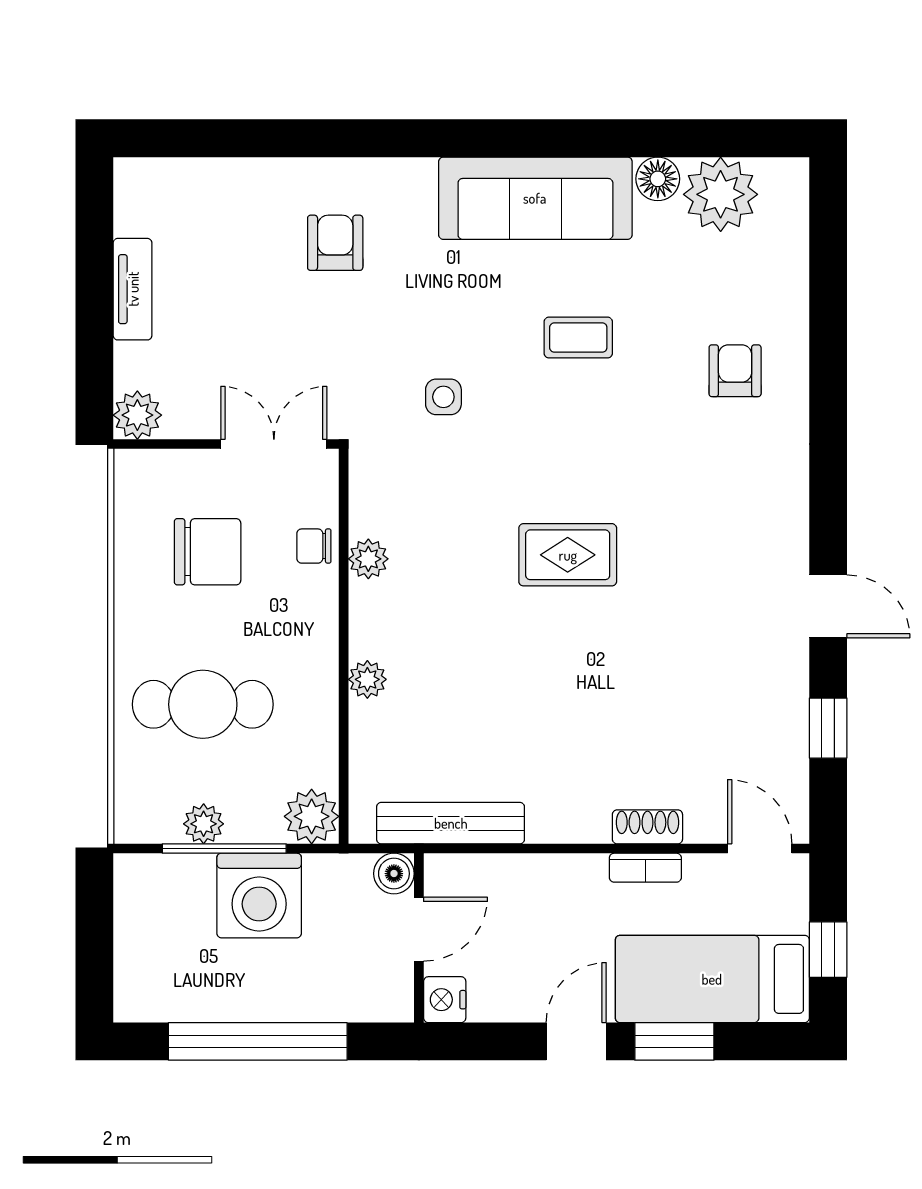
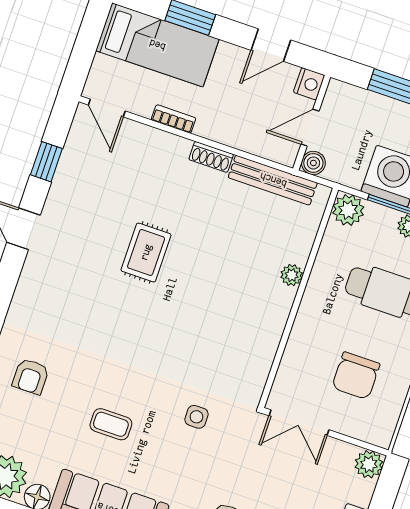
chair: (314, 546) -> (296, 359), removed
chair: (208, 552) -> (356, 376), turned -90
rug: (568, 555) -> (146, 252), moved, turned 90
plant: (368, 559) -> (268, 342), removed
shoe rack: (647, 827) -> (211, 157), moved
window: (828, 950) -> (88, 39), removed
door: (576, 1041) -> (271, 45), moved

